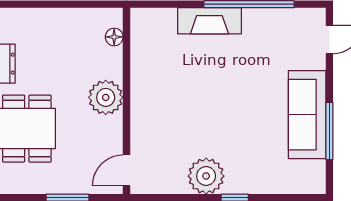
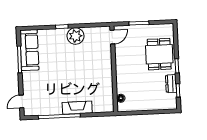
plant: (106, 97) -> (123, 70), removed
sofa: (307, 115) -> (29, 50), moved

